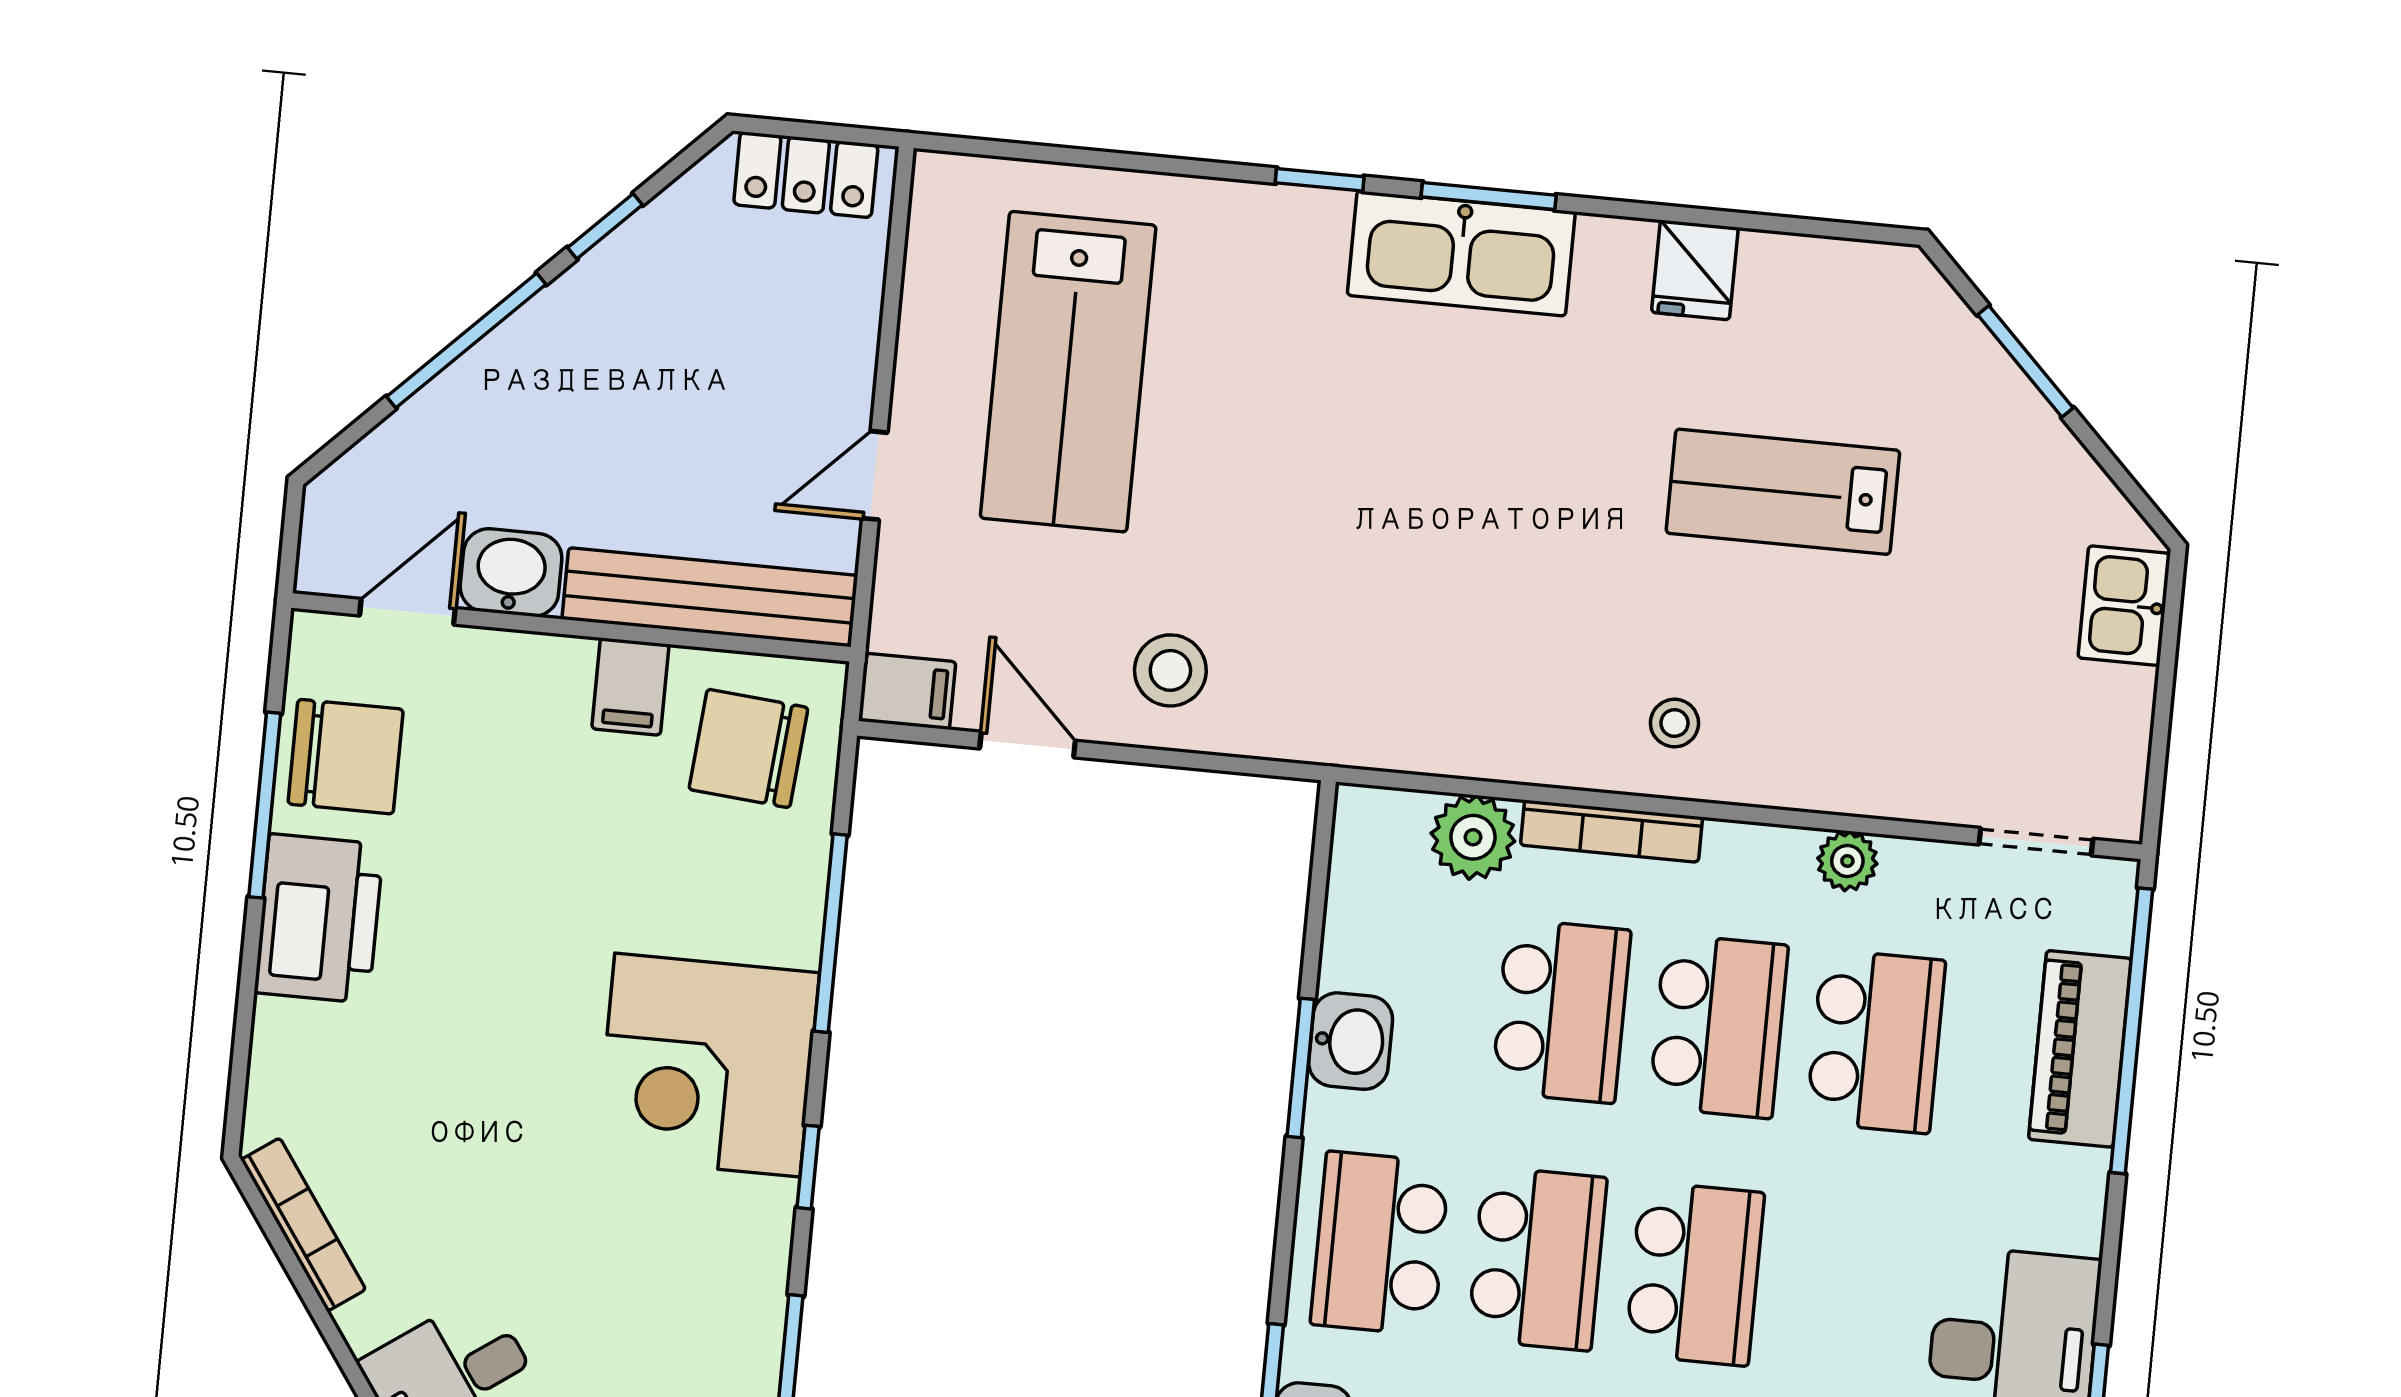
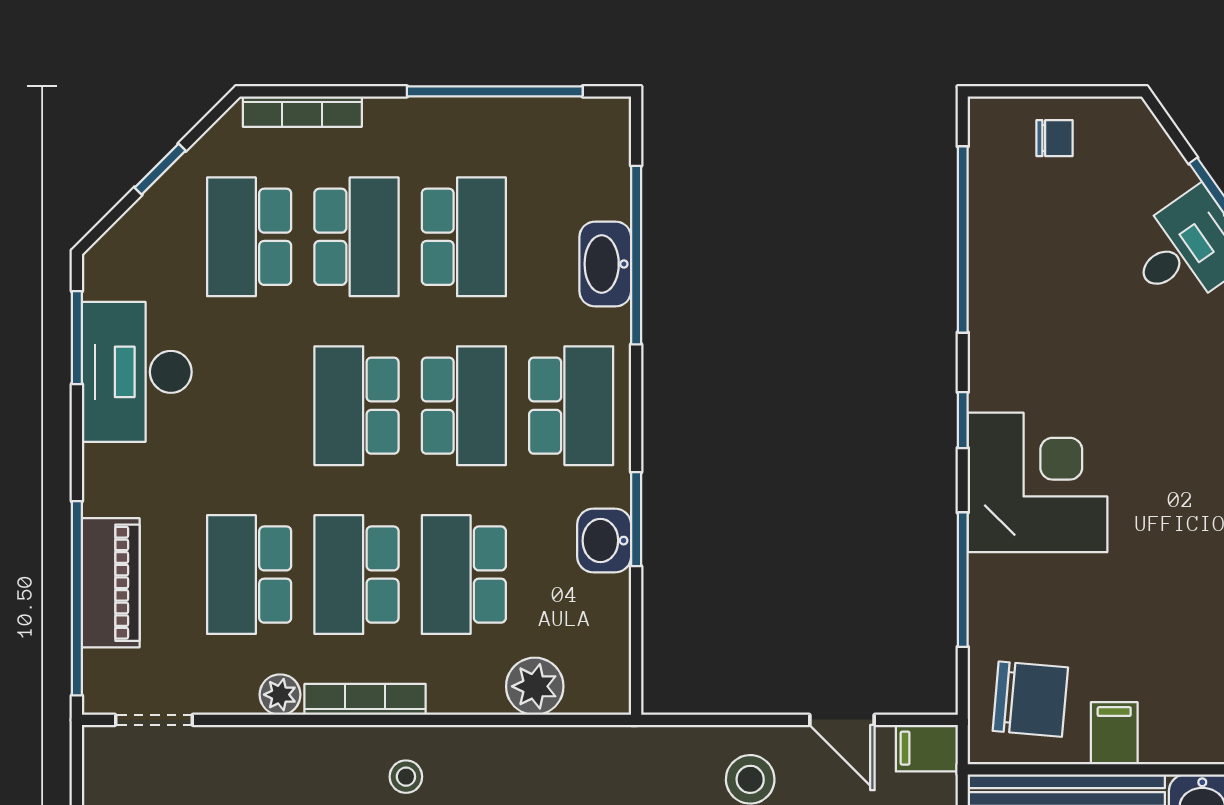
bookcase: (1612, 831) -> (365, 699), moved
school desk: (1537, 1259) -> (464, 406), turned 180

